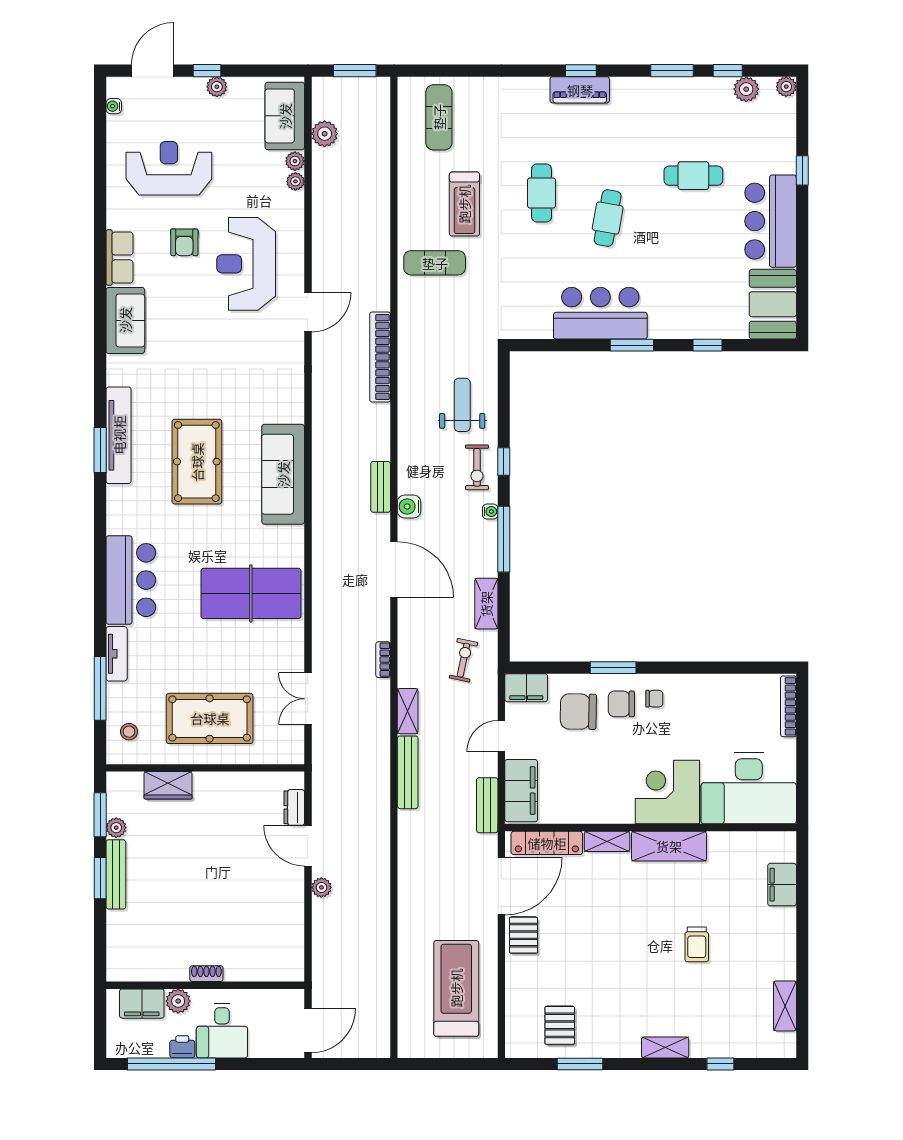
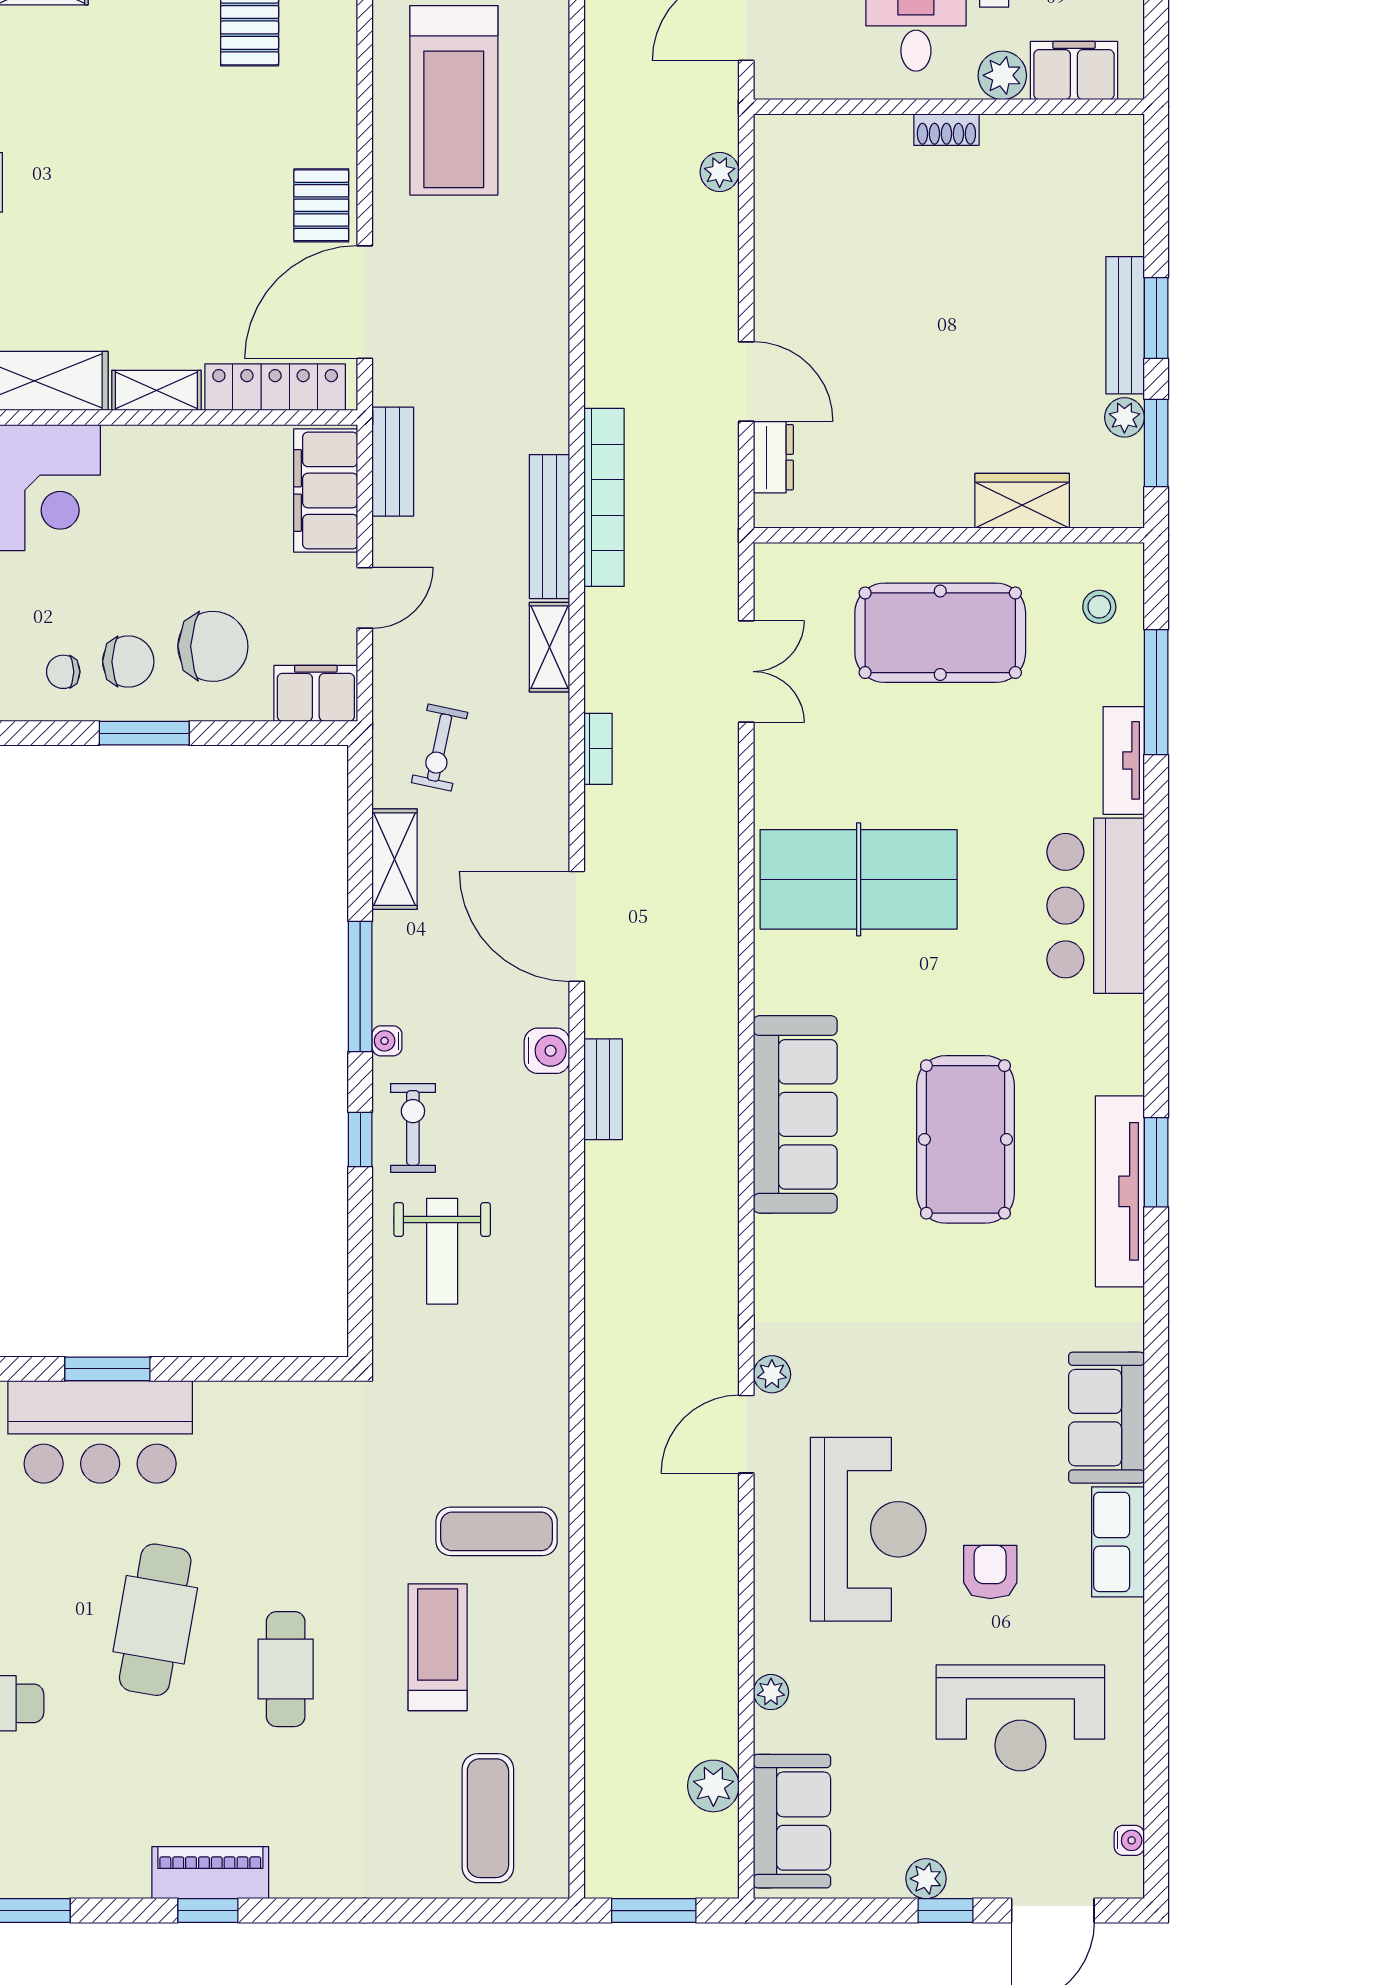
plant: (295, 161) -> (772, 1374), moved
cafe table: (608, 218) -> (155, 1620), width x1.37, depth x1.35
bar counter: (600, 313) -> (100, 1432), moved
bookcase: (380, 357) -> (604, 497), moved
plant: (321, 887) -> (720, 172), moved

